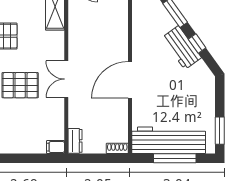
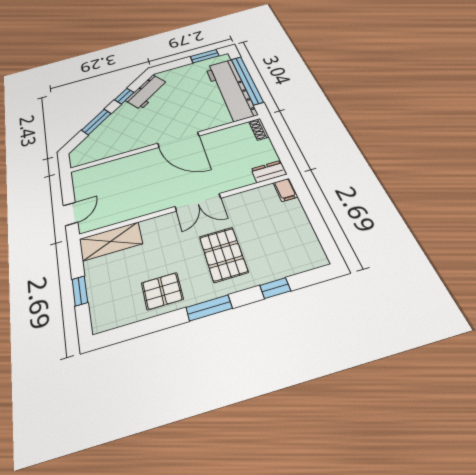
workbench: (182, 48) -> (147, 92), moved
window: (175, 158) -> (247, 80), width x1.46

